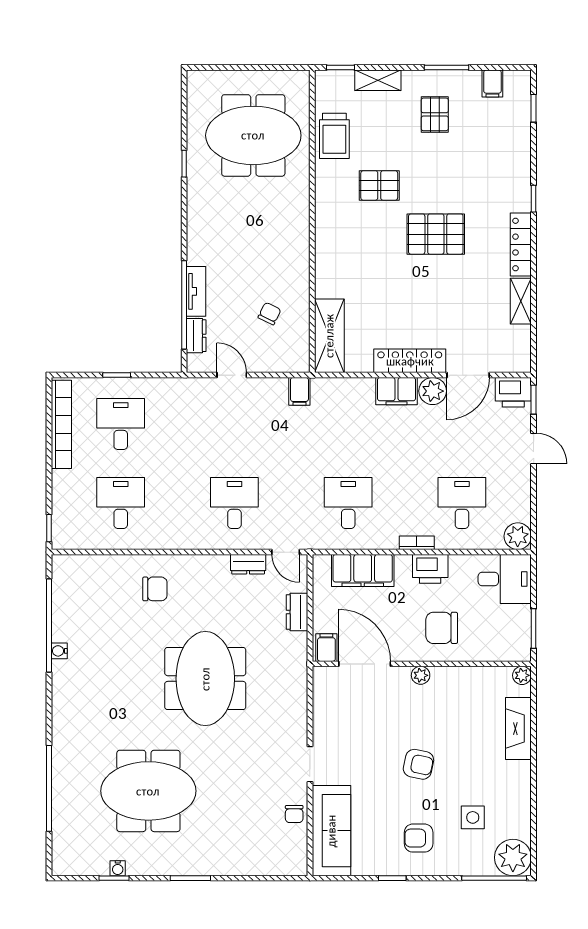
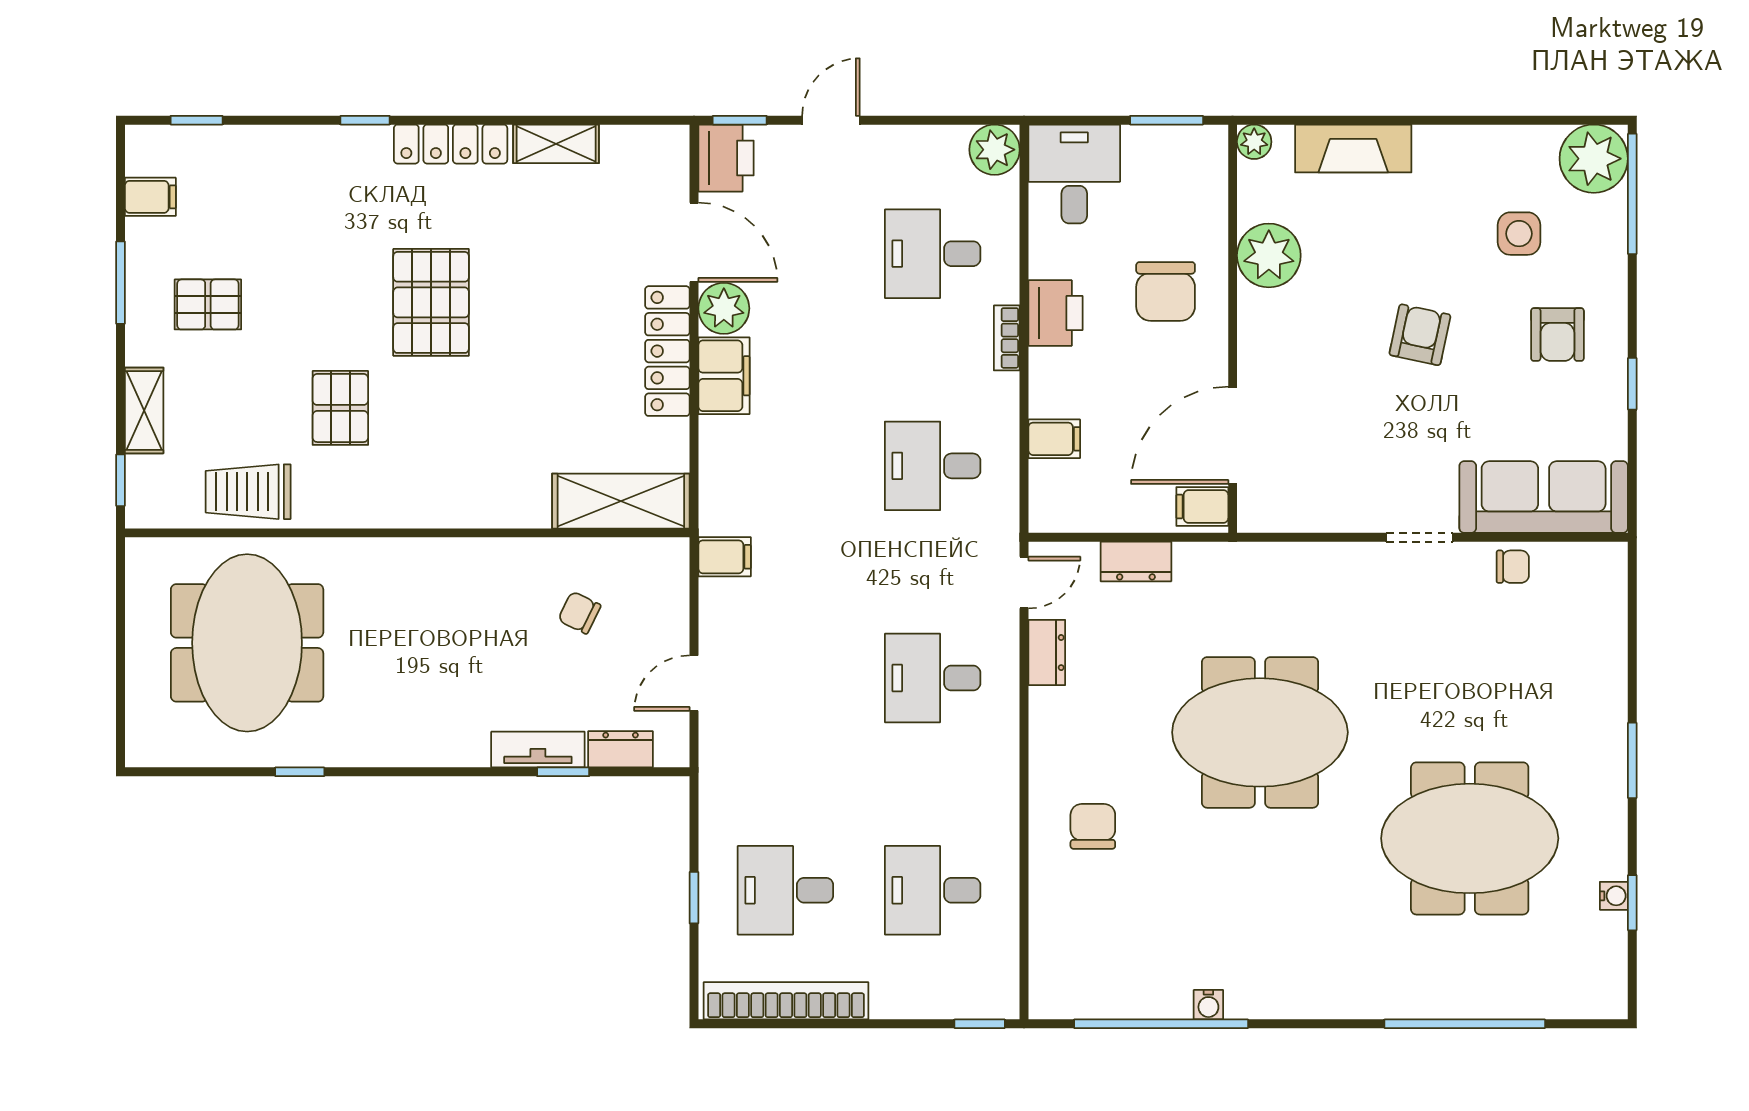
trolley: (334, 136) -> (248, 492), turned 180
window: (184, 305) -> (563, 772), width x0.32
filing cabinet: (363, 571) -> (1054, 439), width x0.33, depth x0.86
plant: (421, 675) -> (1269, 255), moved, width x1.88, depth x1.88
meeting table: (148, 791) -> (1470, 838), turned 90

